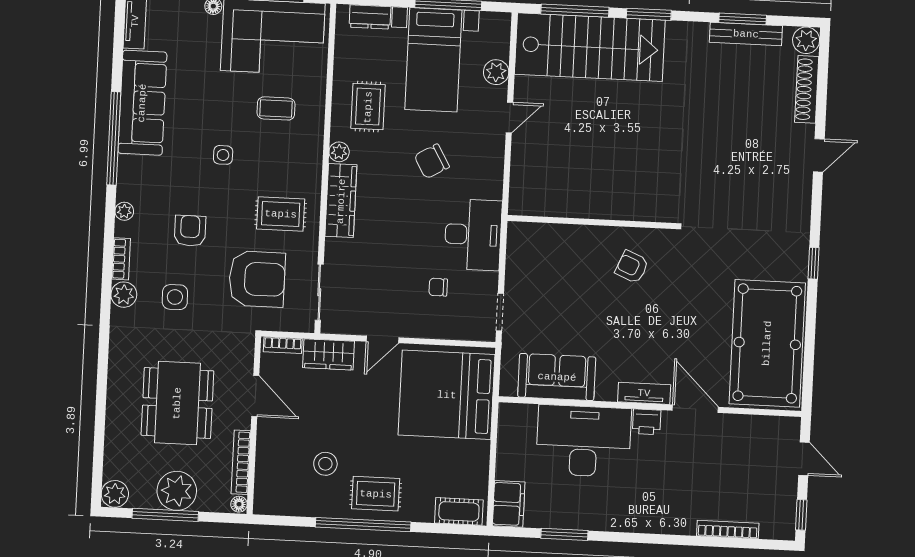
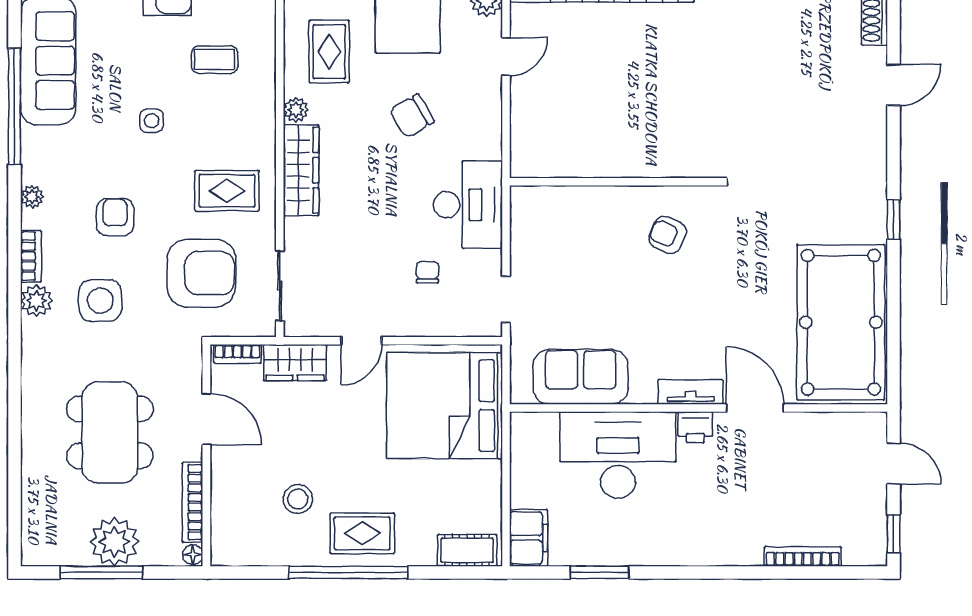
chair: (438, 287) -> (427, 272), turned 90
side table: (175, 297) -> (100, 301), width x1.37, depth x1.37
plant: (115, 494) -> (37, 549), removed

